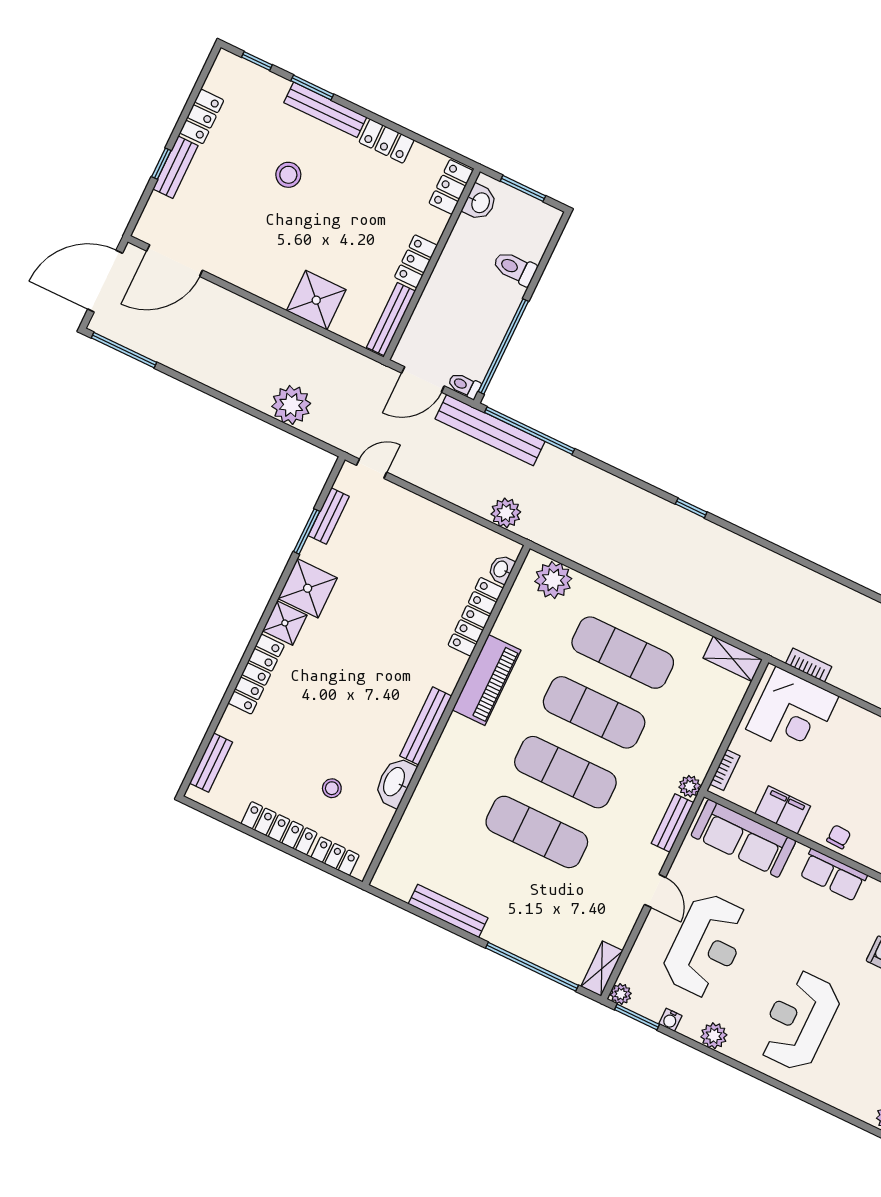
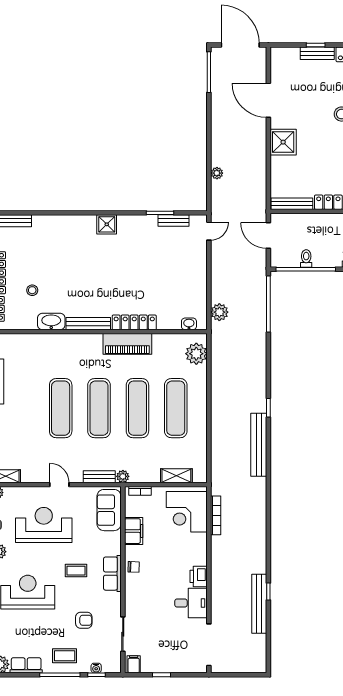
door: (175, 261) -> (268, 100), moved
shower: (316, 300) -> (283, 142), moved
toilet: (464, 385) -> (306, 259), moved
plant: (291, 405) -> (217, 173), width x0.53, depth x0.53
bench: (490, 430) -> (259, 445), moved
door: (372, 469) -> (209, 231), hinge flipped
shower: (308, 588) -> (131, 228), removed
locker: (476, 617) -> (134, 322), moved
shelving: (733, 659) -> (176, 476), moved, turned 90
bookcase: (809, 665) -> (216, 515), width x1.56
locker: (256, 674) -> (73, 222), removed
sofa: (743, 838) -> (109, 510), width x0.73
door: (655, 891) -> (59, 485), swing flipped
coffee table: (801, 929) -> (76, 571), added
reception desk: (706, 946) -> (44, 525), turned 180

